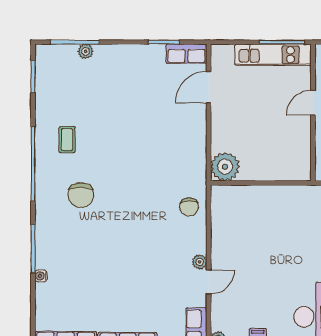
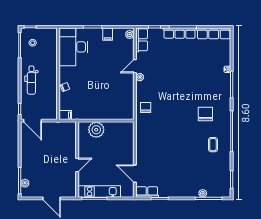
door: (209, 87) -> (135, 174), swing flipped
plant: (225, 167) -> (96, 130), moved

